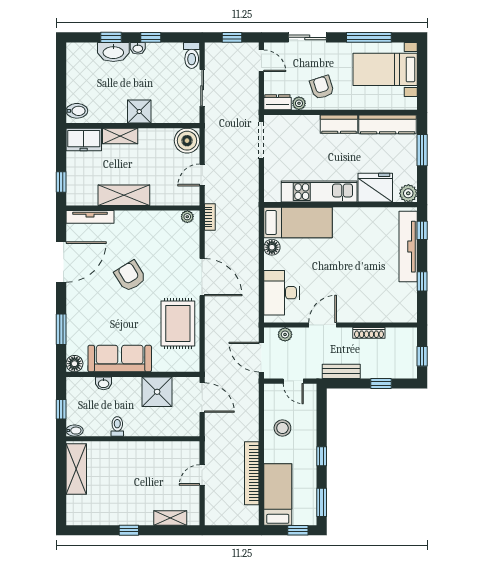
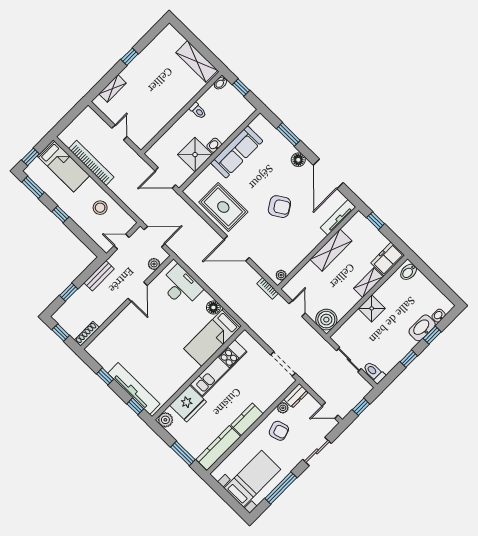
washbasin: (138, 48) -> (439, 316), moved
shoe rack: (369, 333) -> (87, 334), moved
floor lamp: (74, 364) -> (298, 160), moved
washbasin: (104, 383) -> (214, 145), moved

